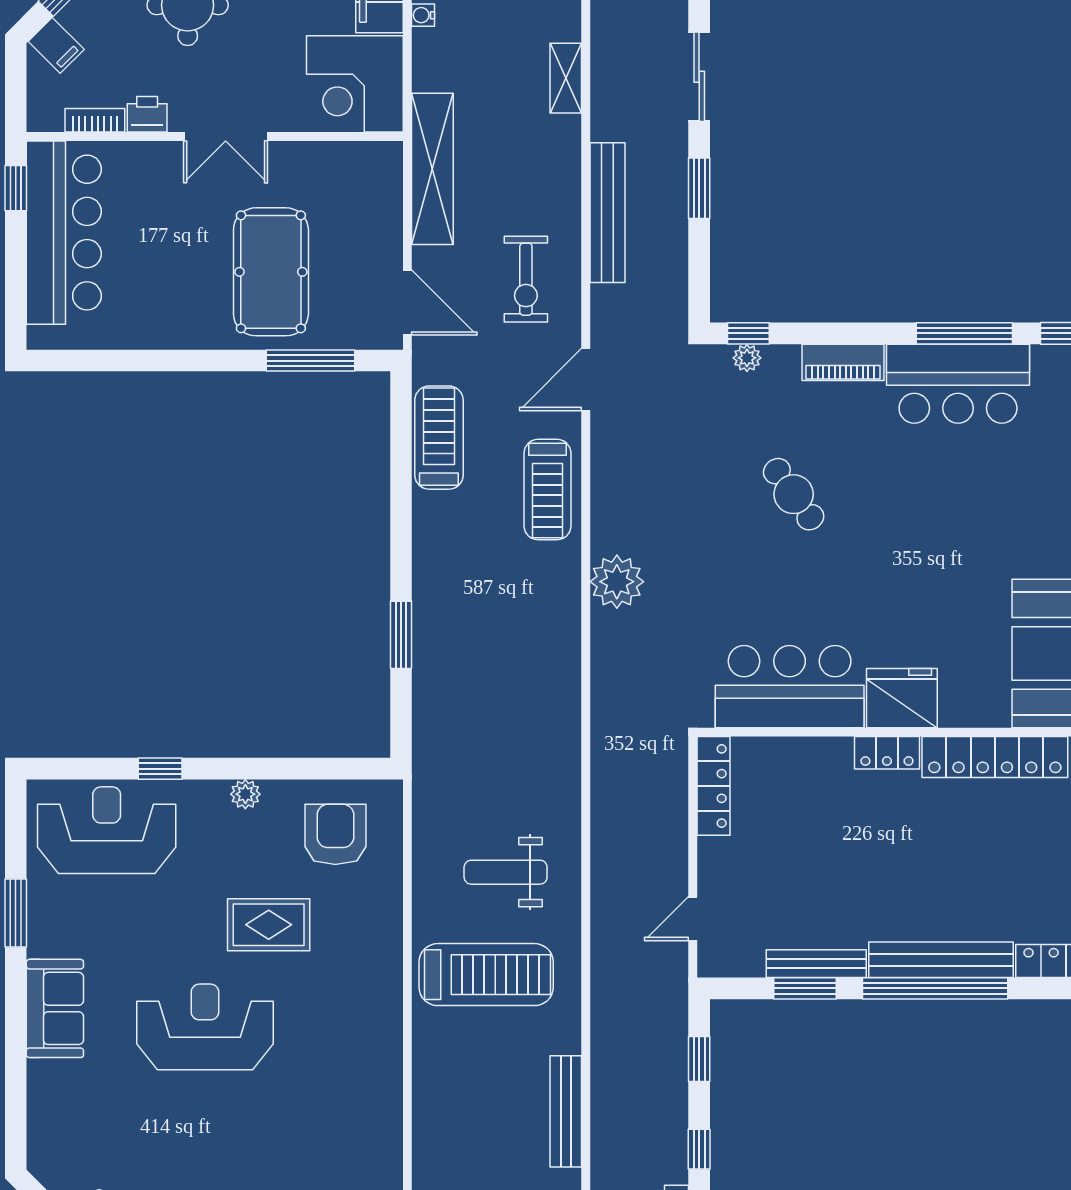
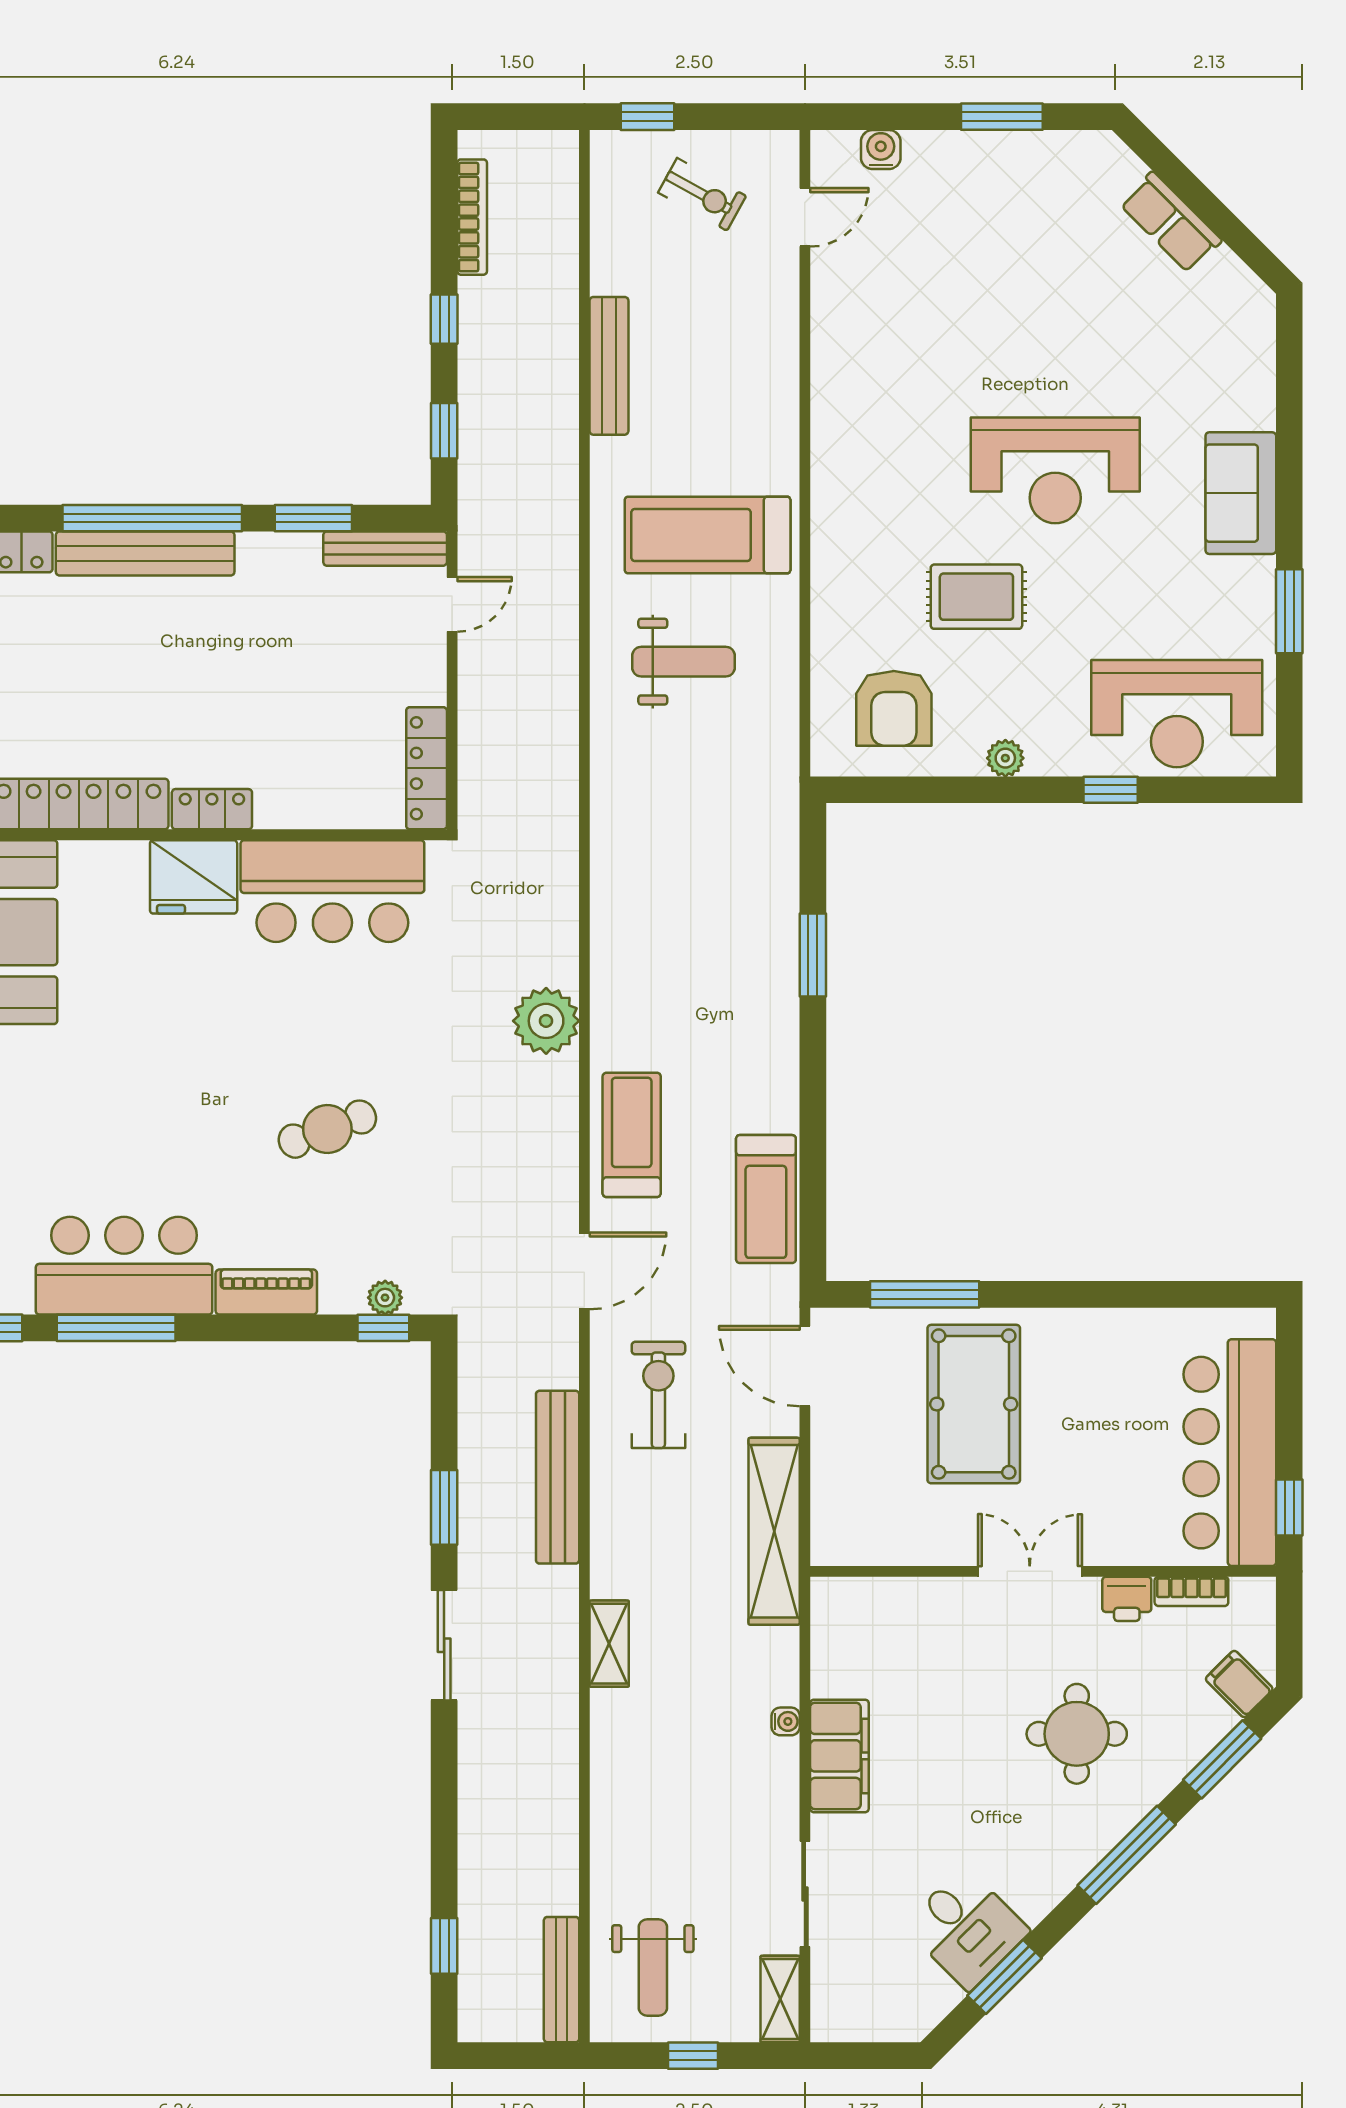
corner desk: (355, 84) -> (870, 1636), removed
cafe table: (794, 494) -> (327, 1129), turned -74
bench: (816, 964) -> (385, 549), moved

